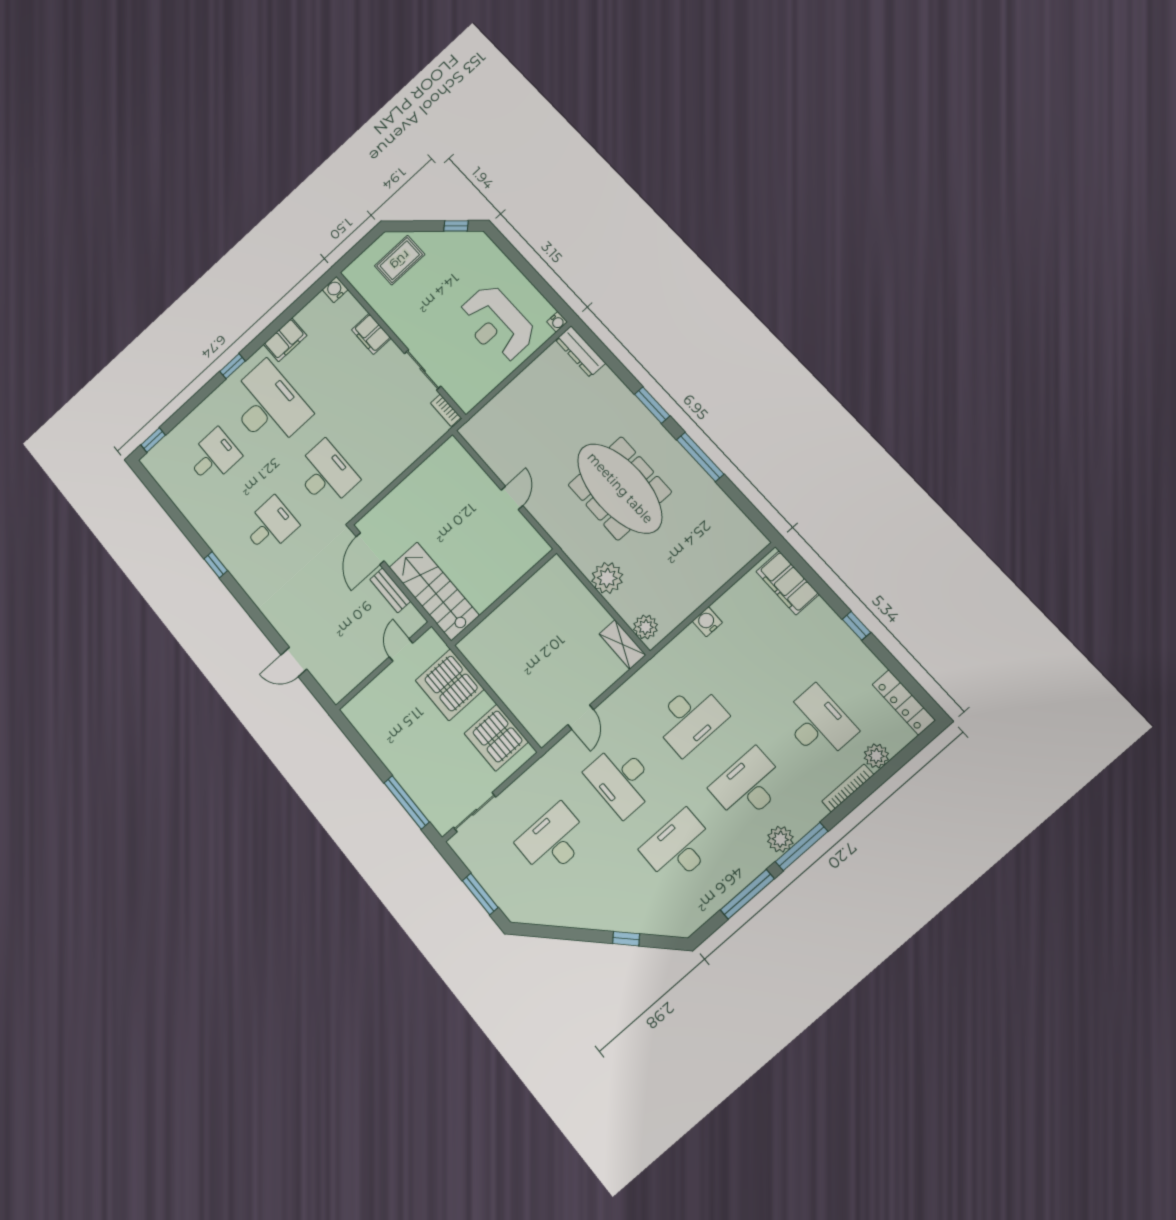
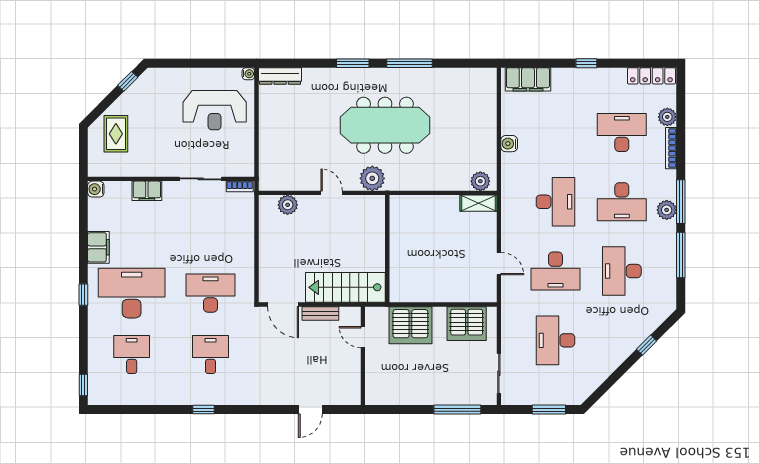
plant: (466, 468) -> (288, 205), added
plant: (607, 578) -> (372, 178), moved
desk: (748, 786) -> (622, 202), turned -90

